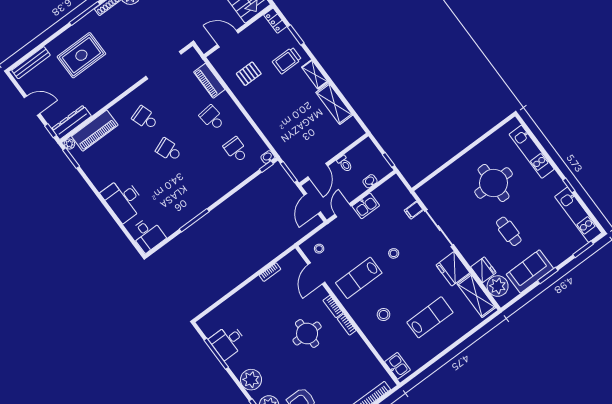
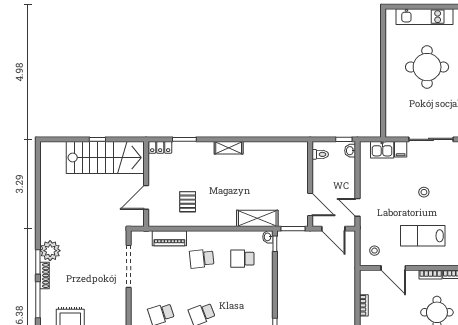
trolley: (287, 61) -> (200, 162), removed
shelving: (334, 104) -> (257, 218), moved
toilet: (345, 164) -> (320, 154), moved
washbasin: (370, 181) -> (350, 151), moved
kitchen sink: (366, 206) -> (382, 150), moved, turned 90
lab bench: (359, 278) -> (423, 236), turned 90

